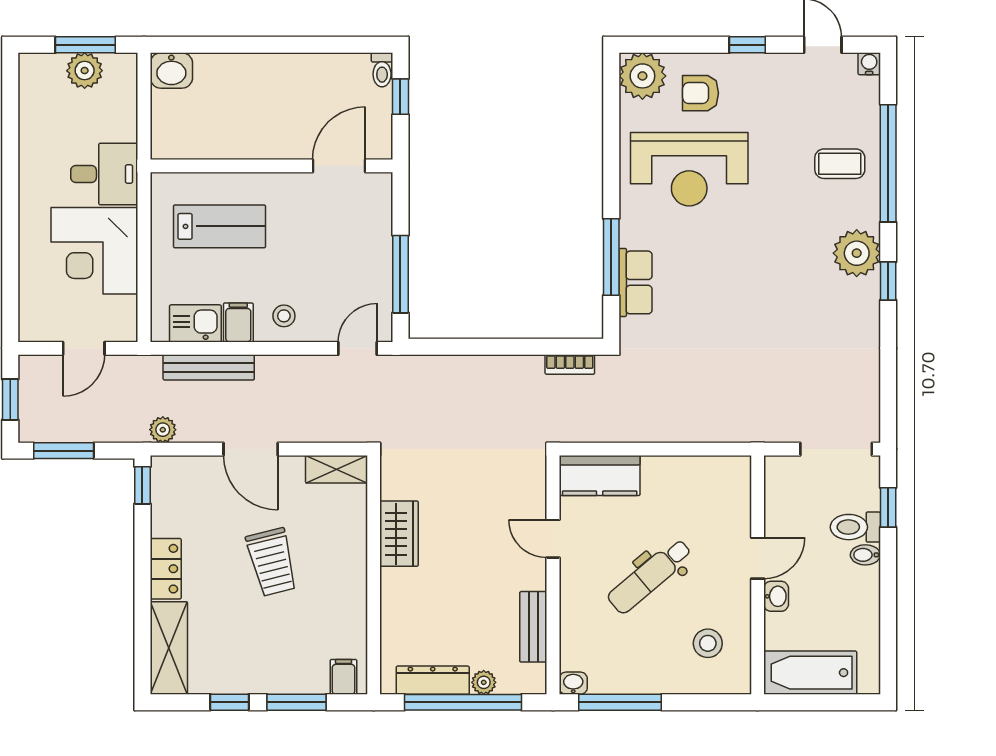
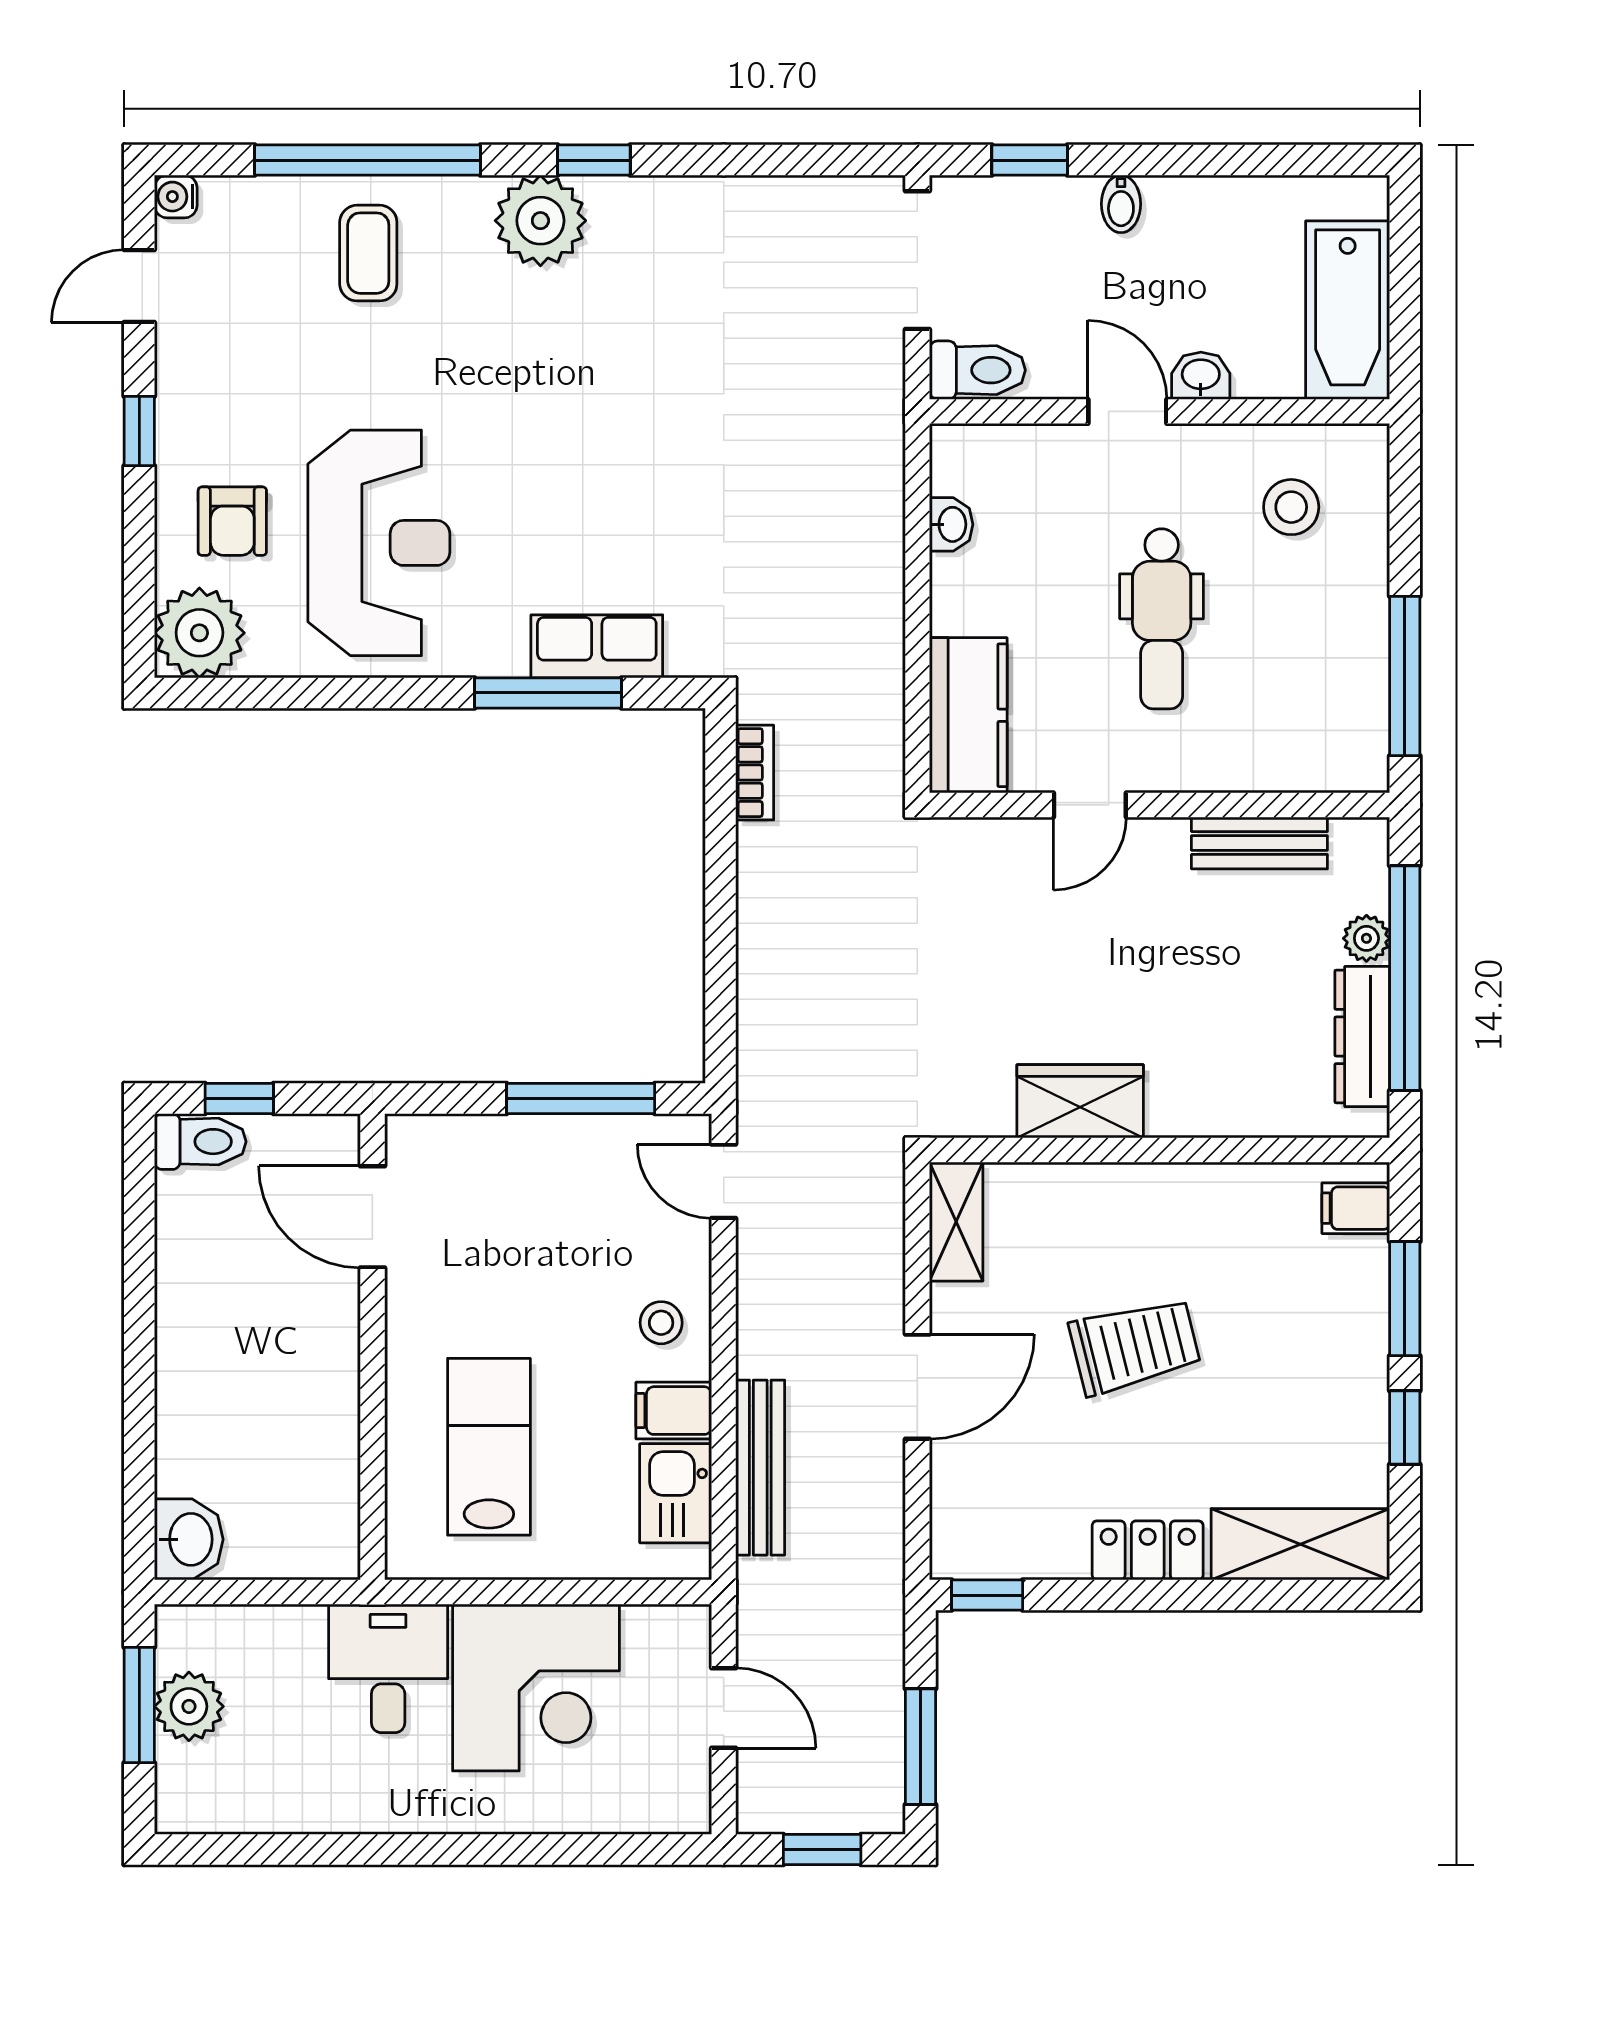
toilet: (382, 70) -> (200, 1142), width x1.37, depth x1.39
plant: (163, 430) -> (880, 1556), removed
toilet: (855, 527) -> (977, 370), moved, turned -90
dental chair: (650, 576) -> (1162, 619), turned 40
washbasin: (573, 683) -> (951, 524), moved, turned 180

